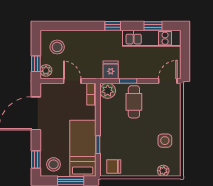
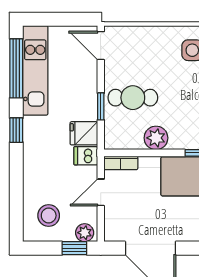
window: (153, 26) -> (16, 68), width x2.17
dishwasher: (96, 71) -> (86, 156), added
plant: (108, 91) -> (156, 138), moved

